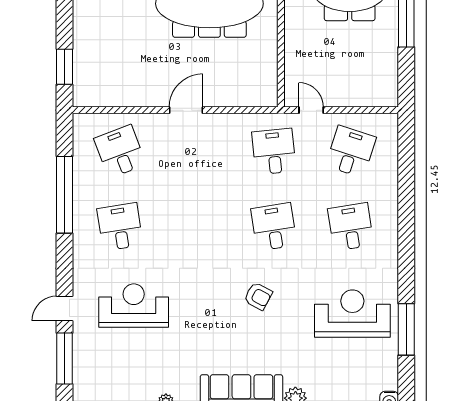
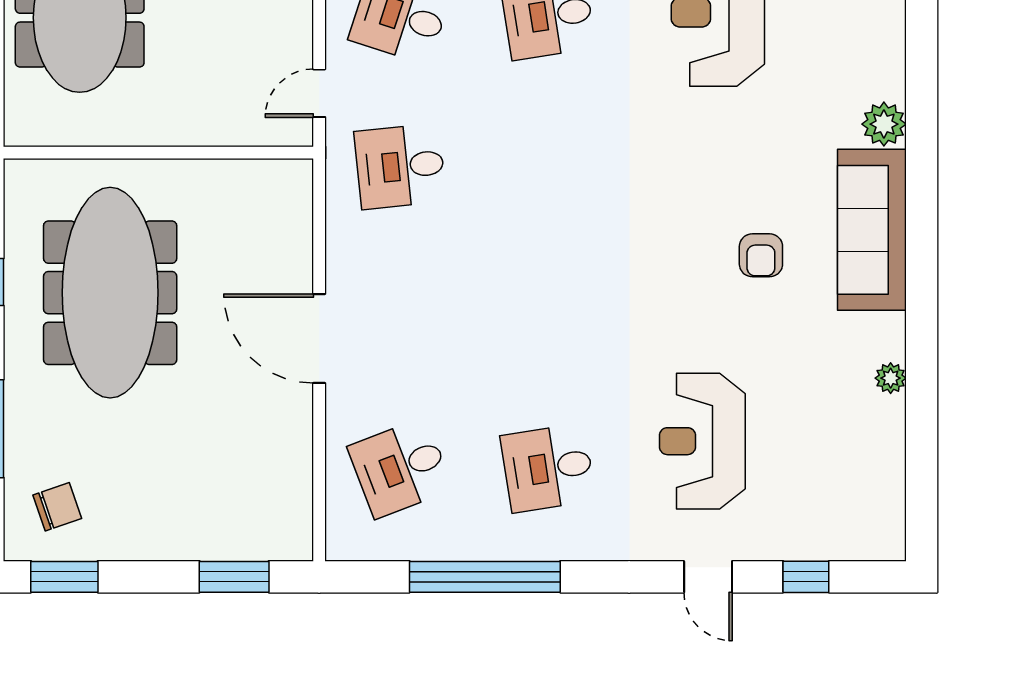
door: (186, 110) -> (319, 339), width x1.36
desk: (274, 227) -> (548, 166), removed
armchair: (258, 296) -> (761, 255), moved, turned 152
window: (64, 358) -> (806, 577), width x0.46

